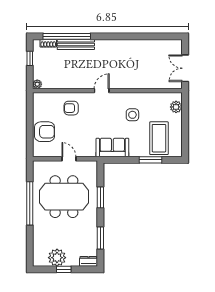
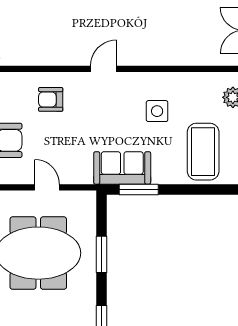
window: (151, 160) -> (139, 189), moved

